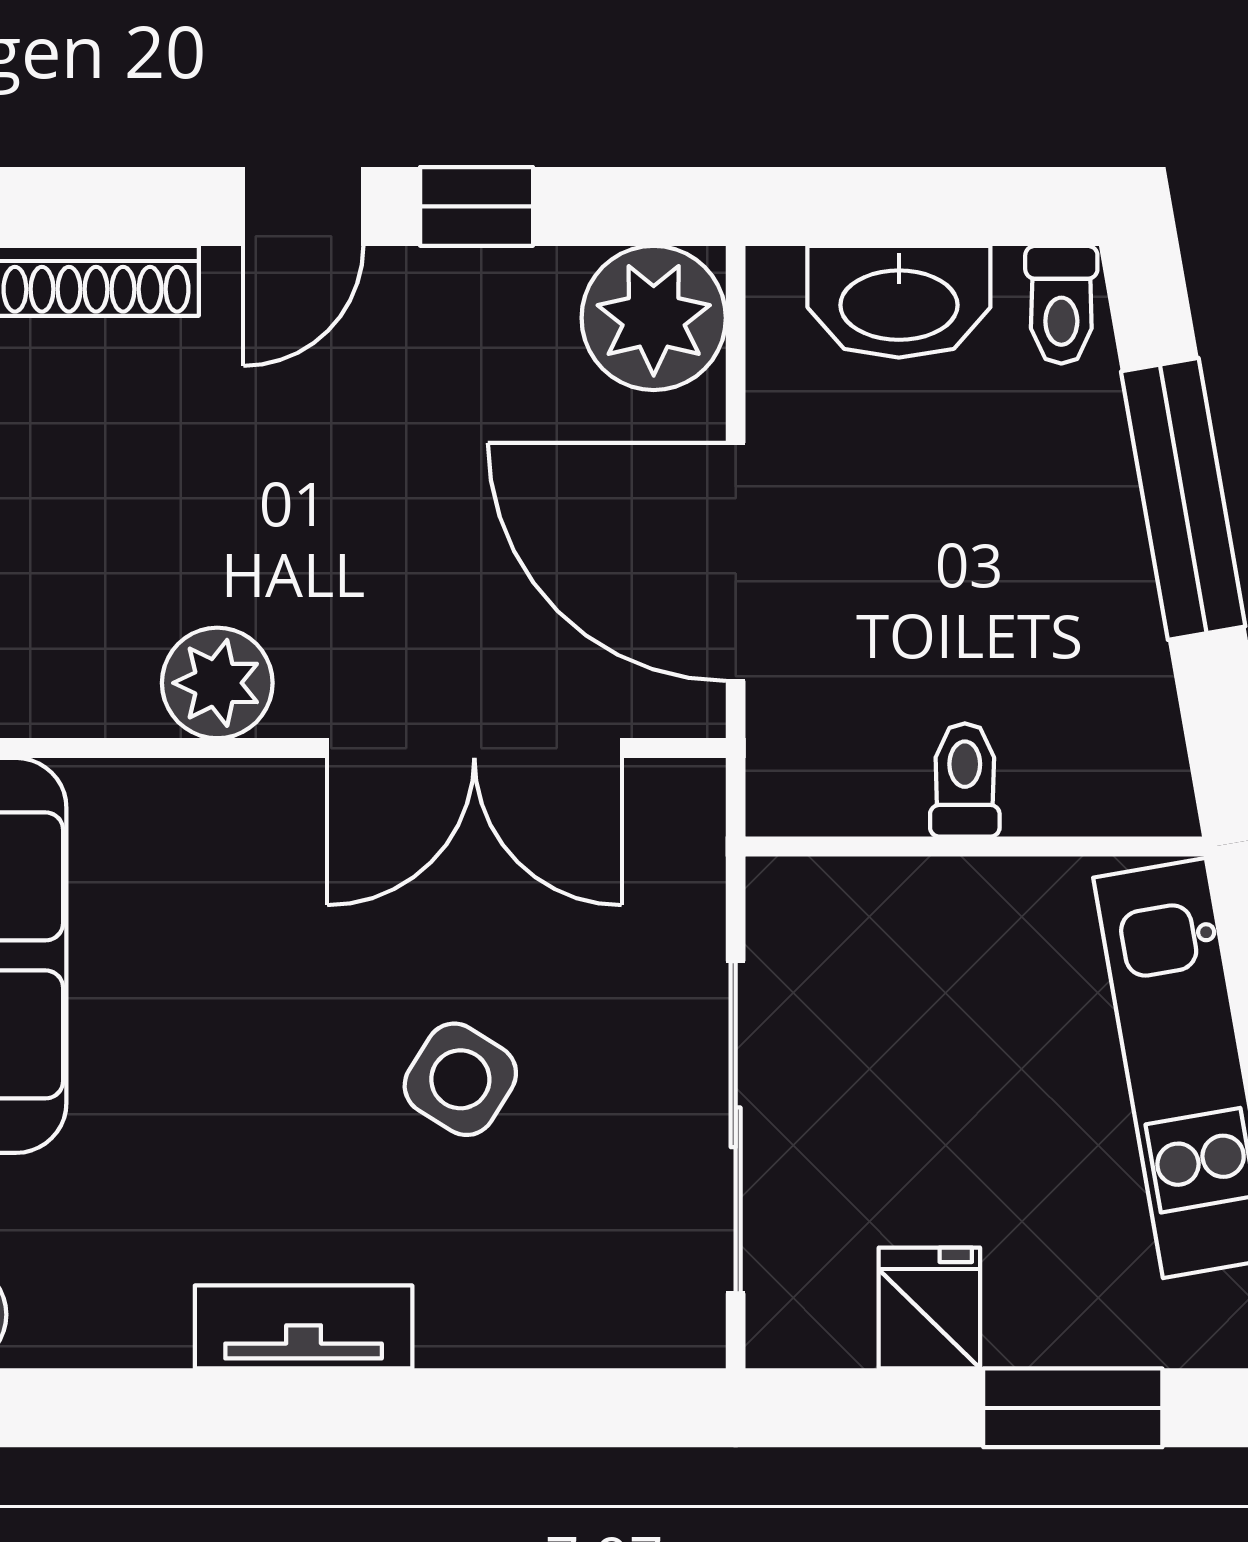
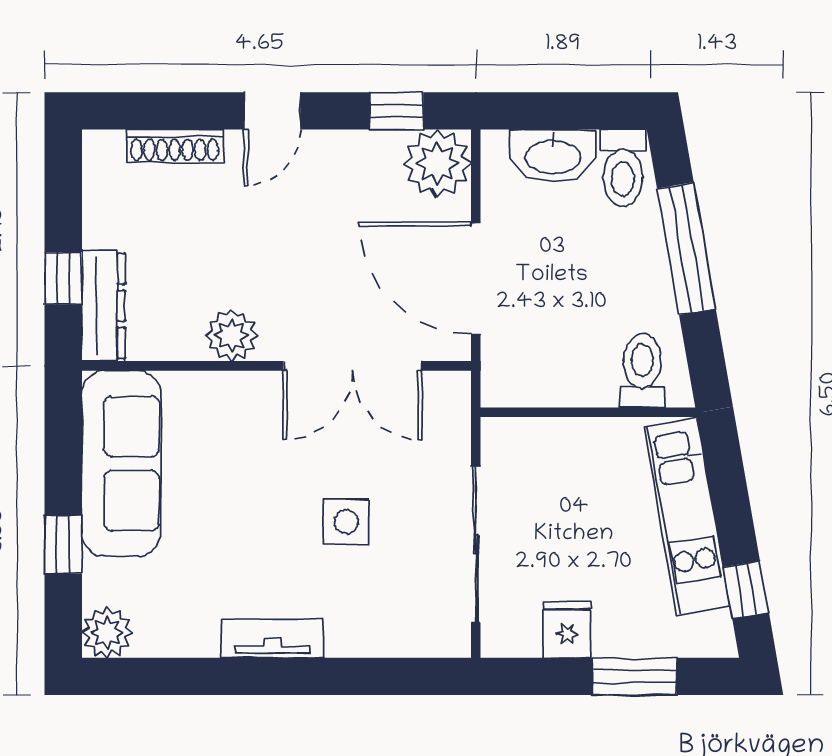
window: (477, 206) -> (397, 111), moved
toilet: (1061, 305) -> (623, 168), width x1.37, depth x1.39
toilet: (965, 780) -> (642, 371), moved, width x1.37, depth x1.39
side table: (460, 1079) -> (346, 522), turned -32

